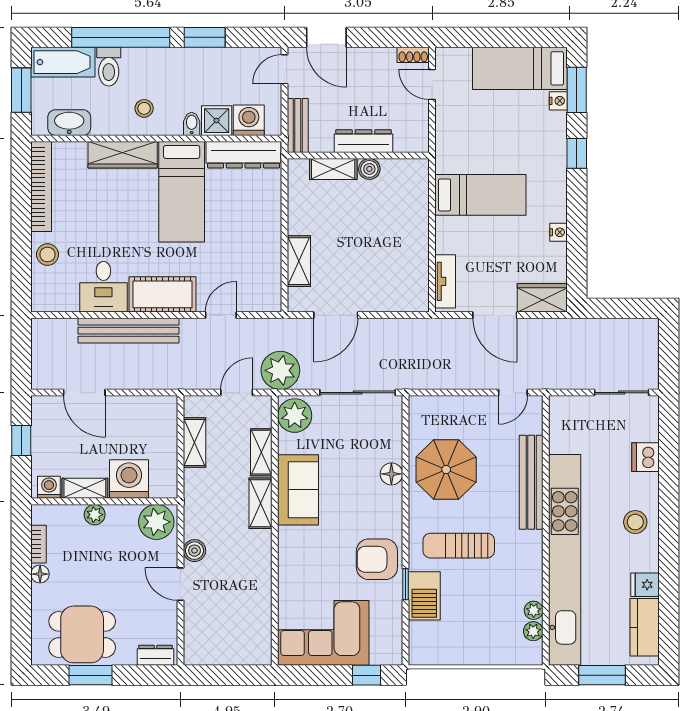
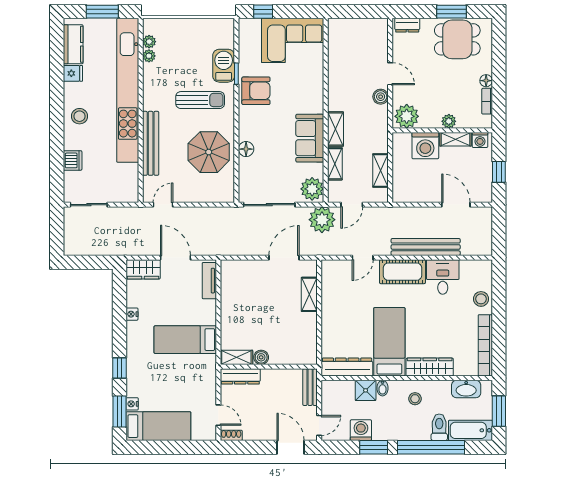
washing machine: (249, 120) -> (361, 430), moved, turned 180
dresser: (363, 141) -> (240, 376), moved
shelving: (333, 169) -> (236, 357), moved

